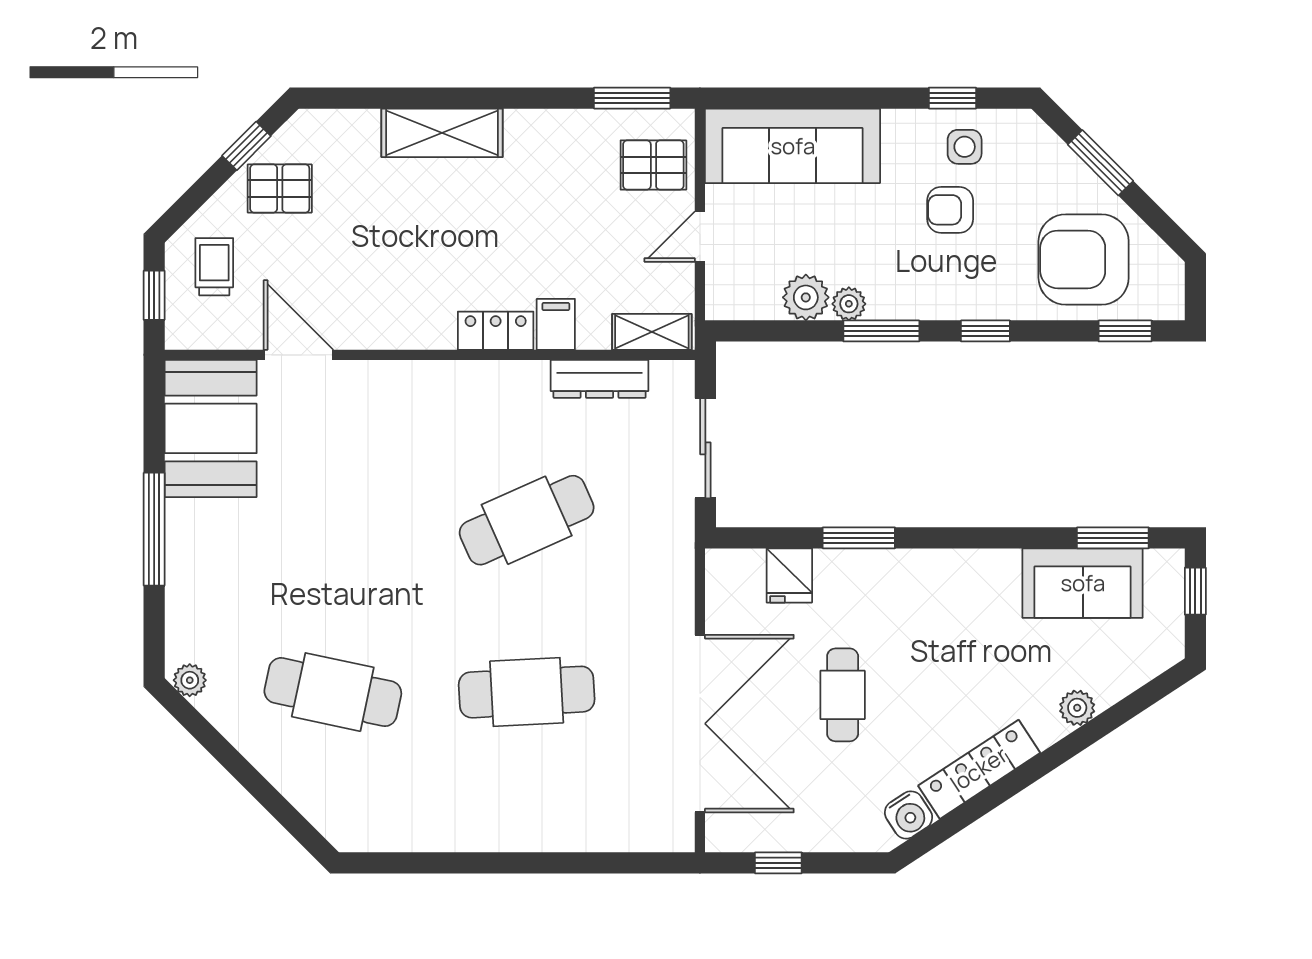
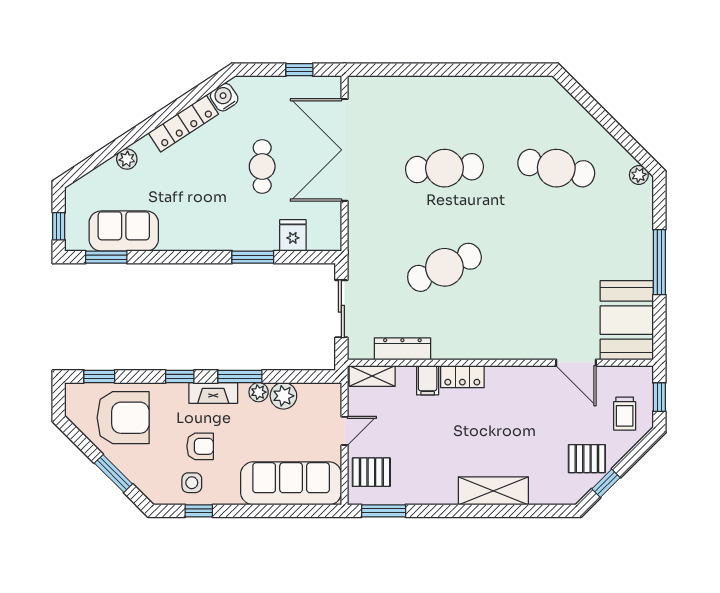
fireplace: (928, 302) -> (213, 393), added

